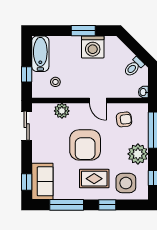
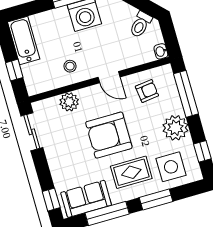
stool: (55, 82) -> (70, 66), moved
armchair: (85, 145) -> (109, 135), turned 90
sofa: (42, 181) -> (86, 199), moved, turned -90
window: (107, 205) -> (156, 200), width x1.50

